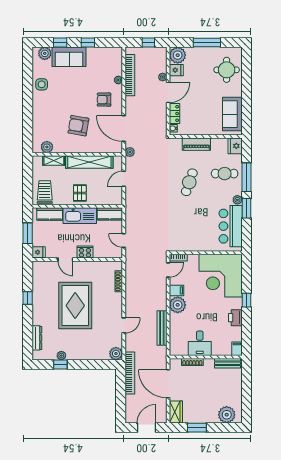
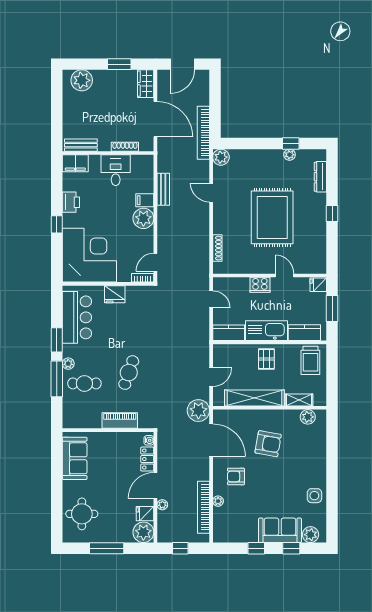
armchair: (104, 100) -> (236, 476), turned 180
fridge: (235, 146) -> (115, 294), moved, turned 90
plant: (130, 152) -> (198, 411), width x1.88, depth x1.88
plant: (237, 200) -> (68, 364), moved
filing cabinet: (177, 290) -> (145, 200), moved
window: (28, 298) -> (332, 213), moved
door: (124, 325) -> (211, 193), hinge flipped
bench: (162, 328) -> (163, 189), width x0.73
filing cabinet: (237, 349) -> (75, 163), width x2.00

